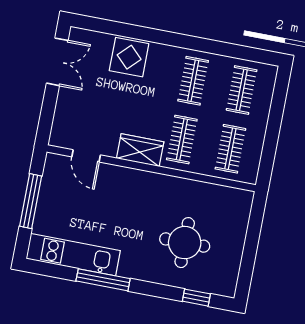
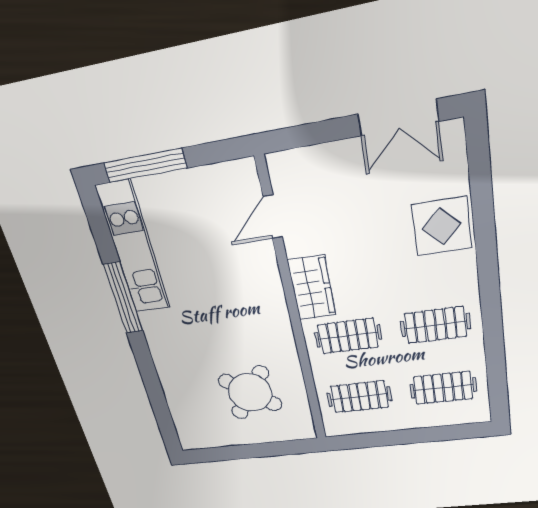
window: (31, 201) -> (145, 166), moved
round table: (185, 243) -> (250, 393), moved, turned 37
window: (196, 298) -> (162, 411), removed

